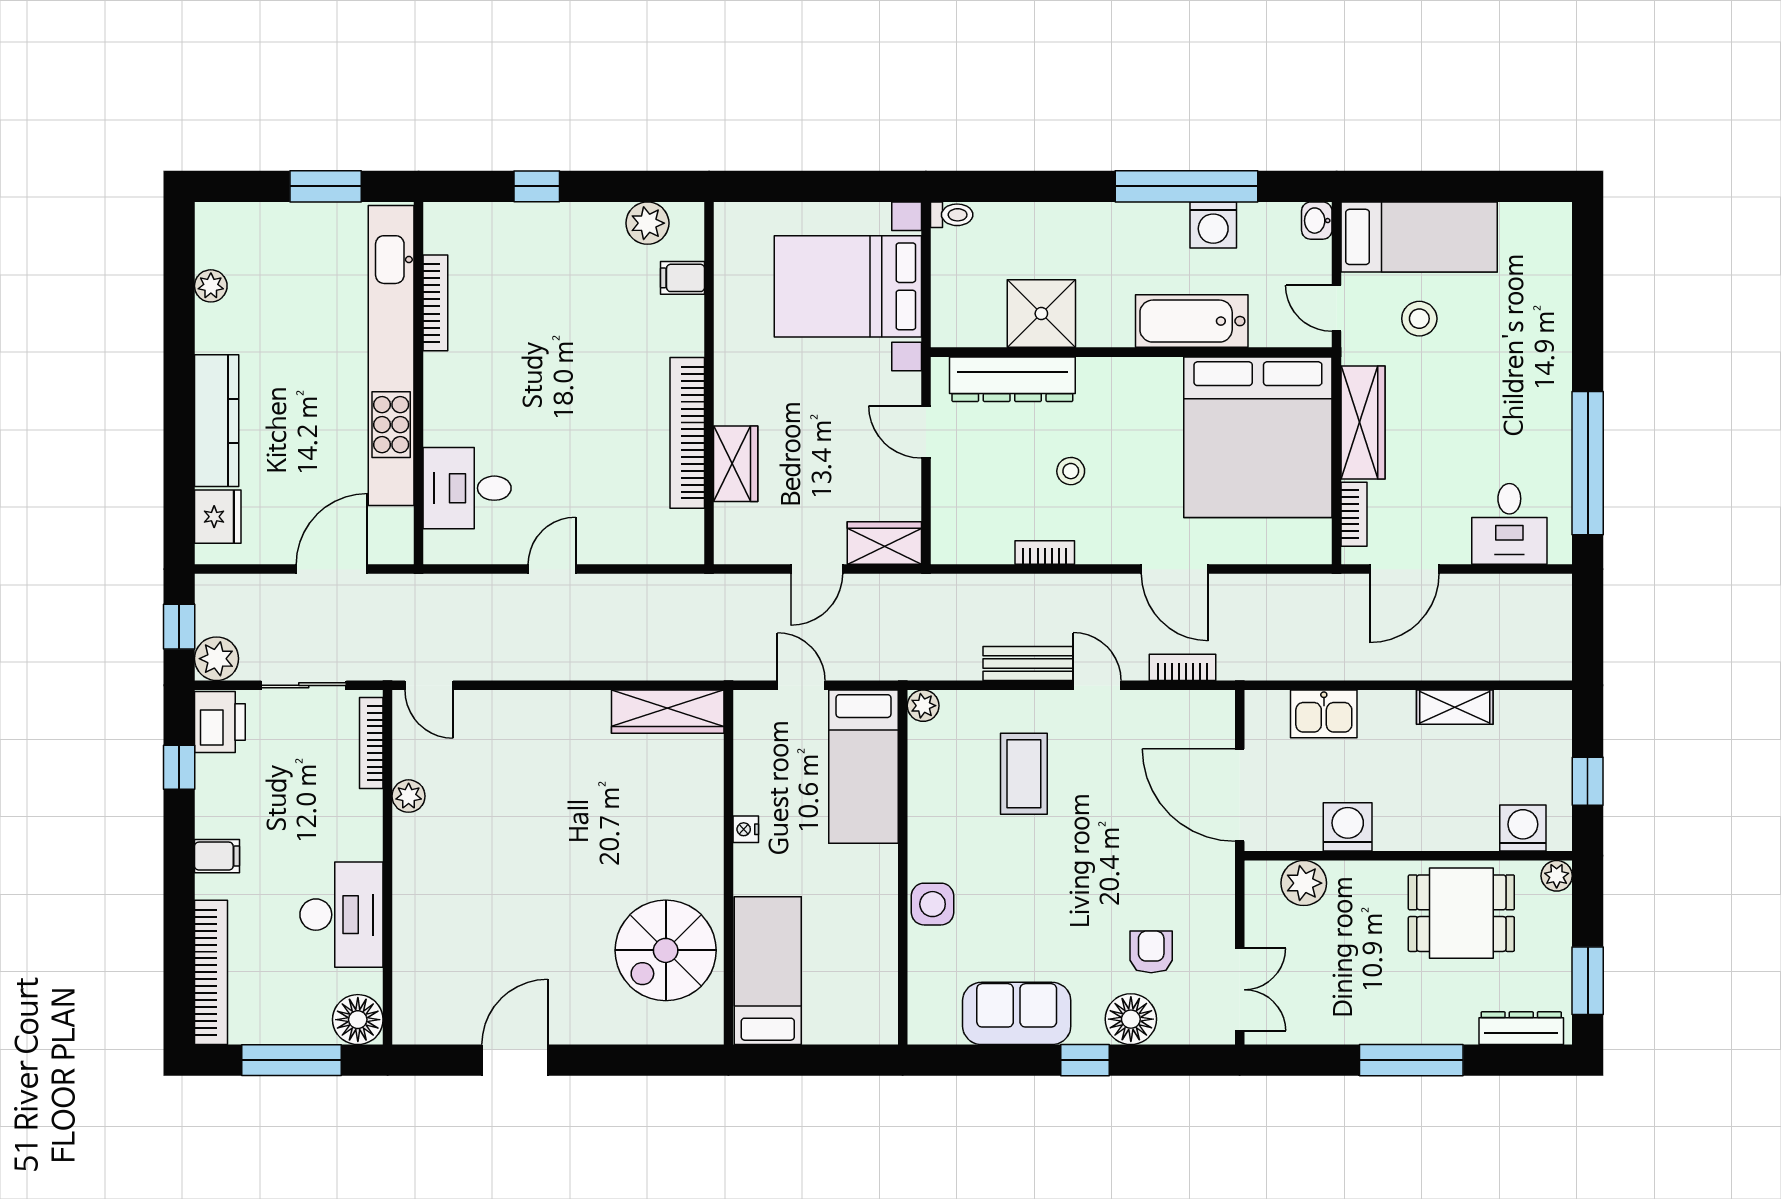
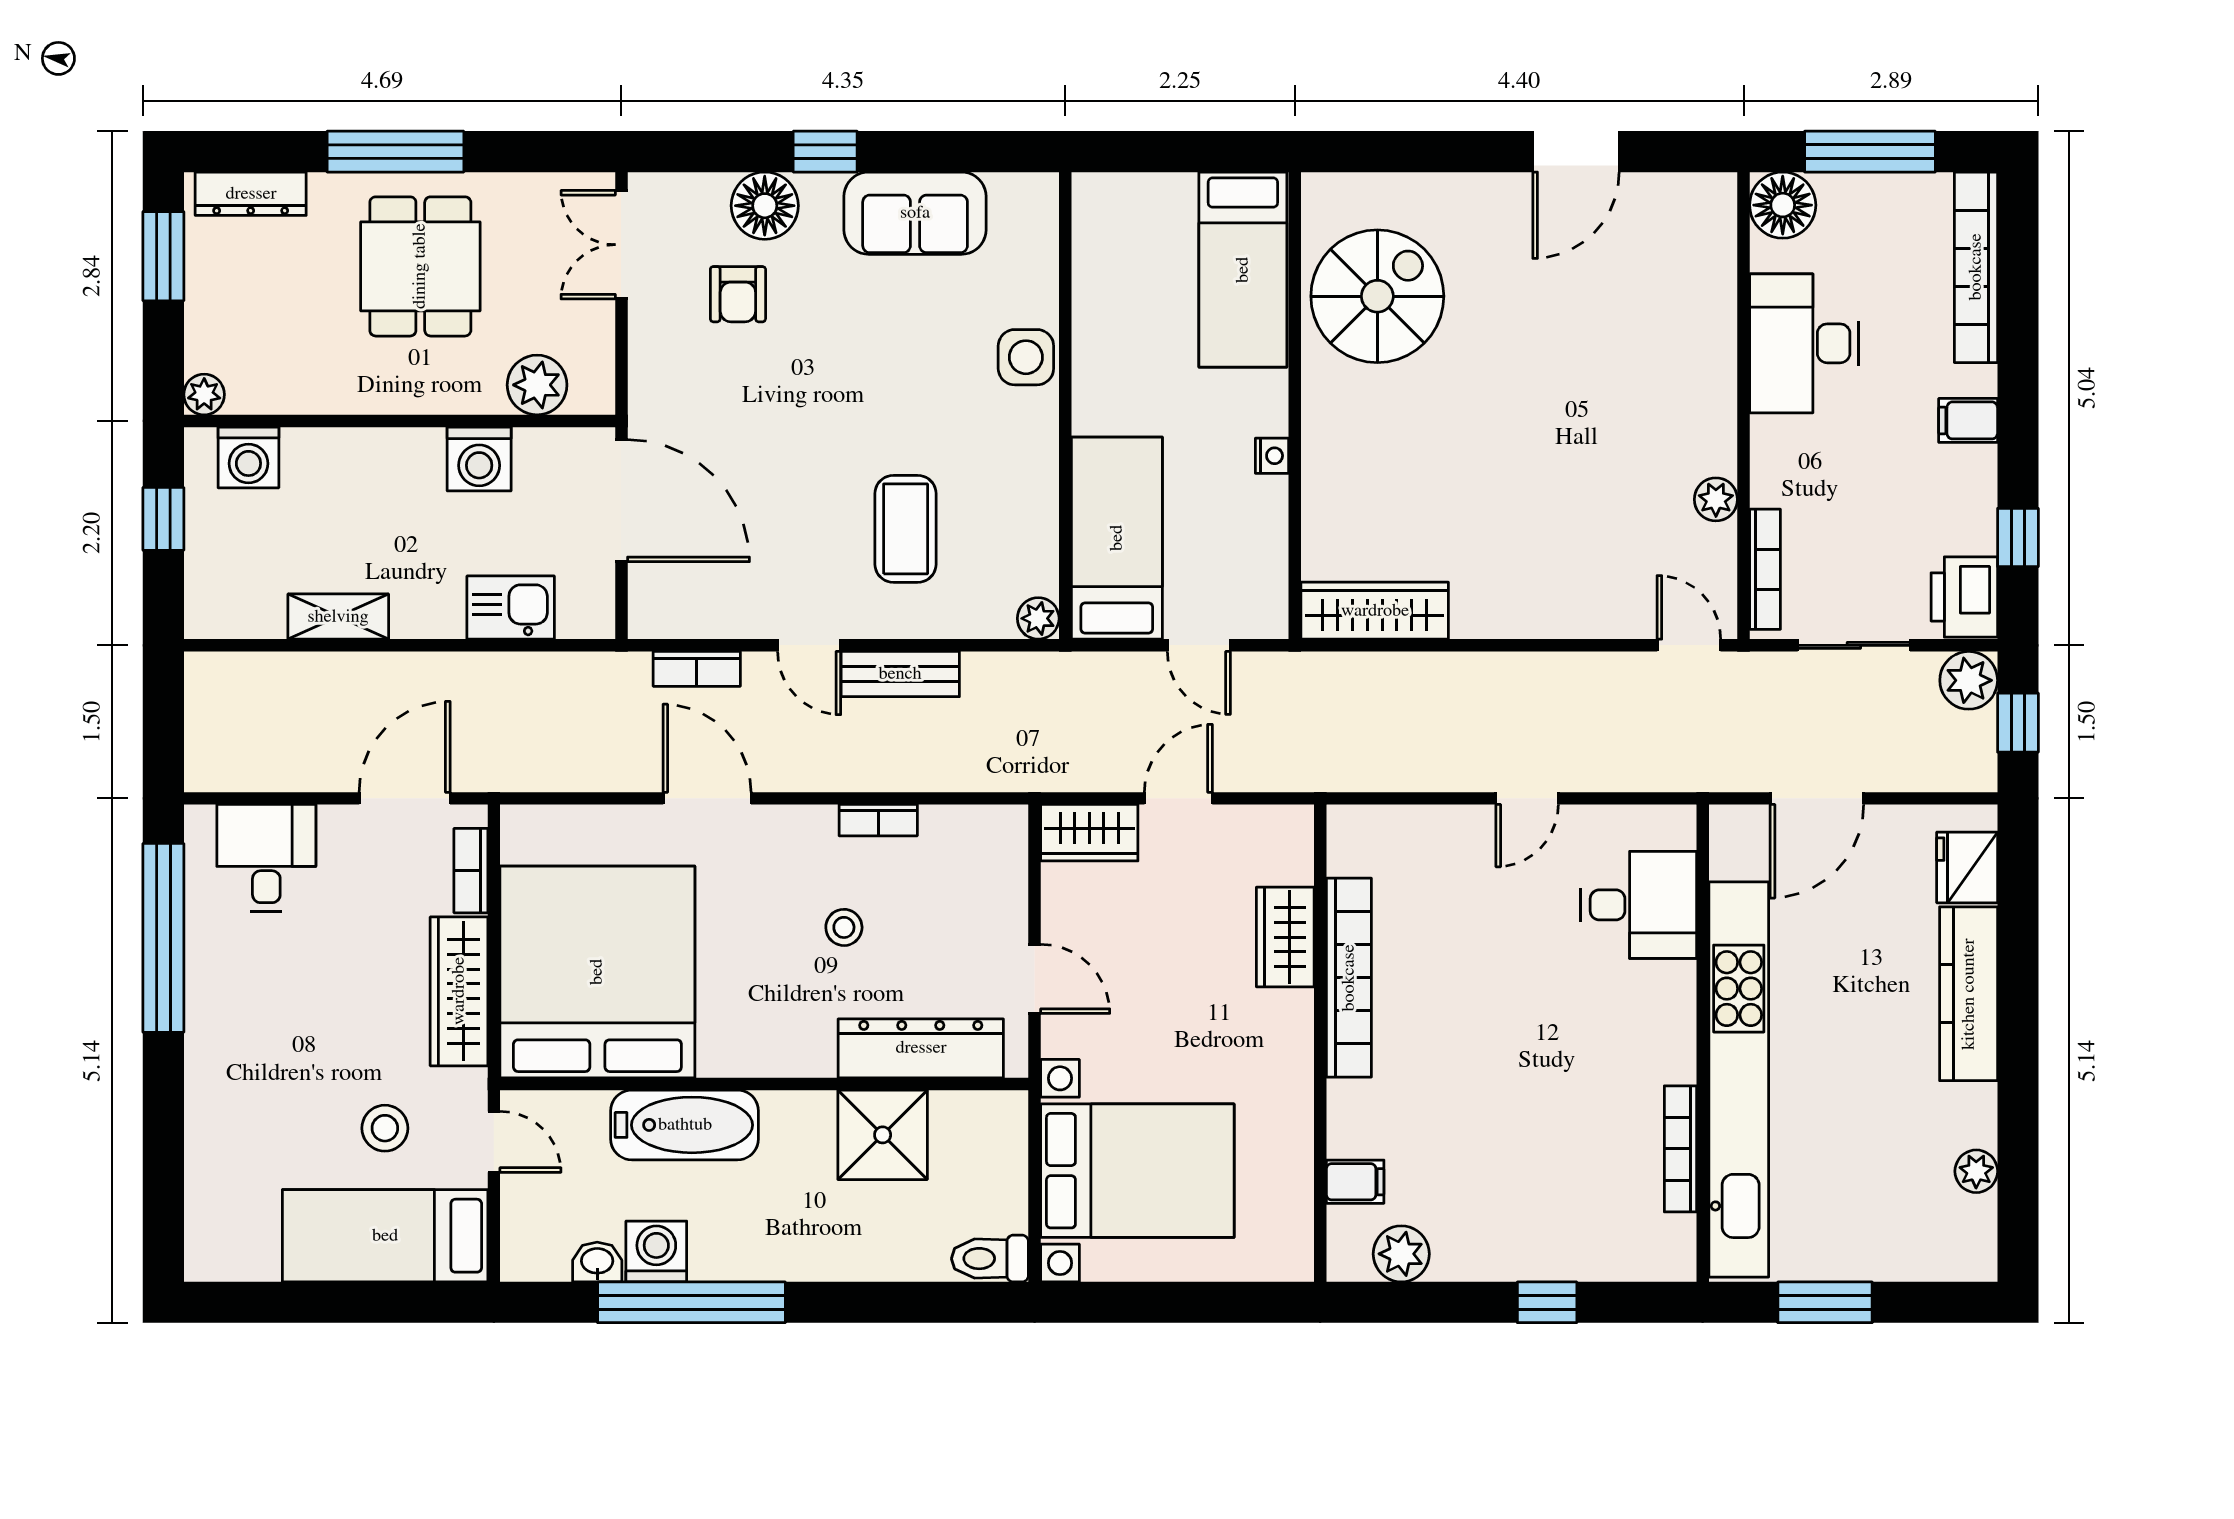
toilet: (952, 215) -> (990, 1259), width x1.37, depth x1.39
washbasin: (1317, 221) -> (597, 1262), moved, turned -90
dining table: (1461, 913) -> (420, 266), moved, turned 90

